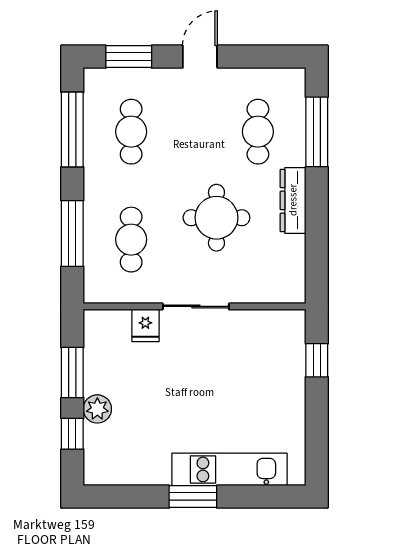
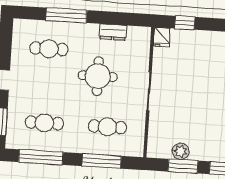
window: (317, 132) -> (66, 15), moved
dresser: (293, 200) -> (113, 32), moved, width x0.70
fridge: (145, 325) -> (162, 37), moved, turned 90
plant: (97, 409) -> (181, 151), moved

